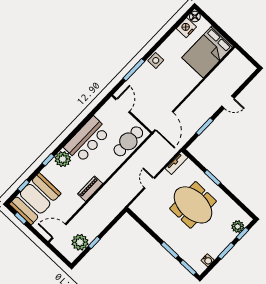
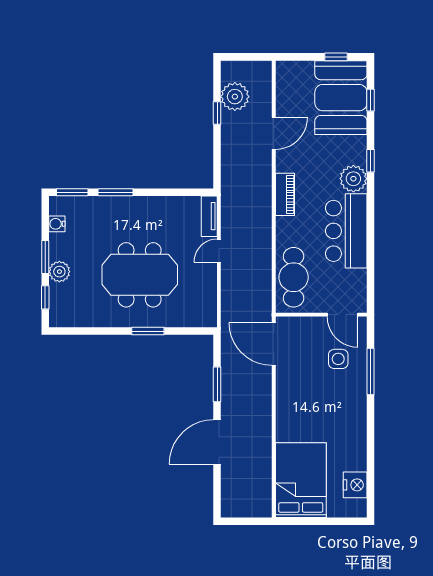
floor lamp: (195, 16) -> (358, 508), removed
side table: (156, 60) -> (338, 359), moved
door: (228, 102) -> (217, 442), width x1.88
tv unit: (176, 163) -> (209, 216), moved
door: (149, 183) -> (219, 251), swing flipped
piano: (90, 189) -> (285, 194), moved
plant: (238, 227) -> (59, 272), moved
door: (59, 231) -> (274, 133), moved

